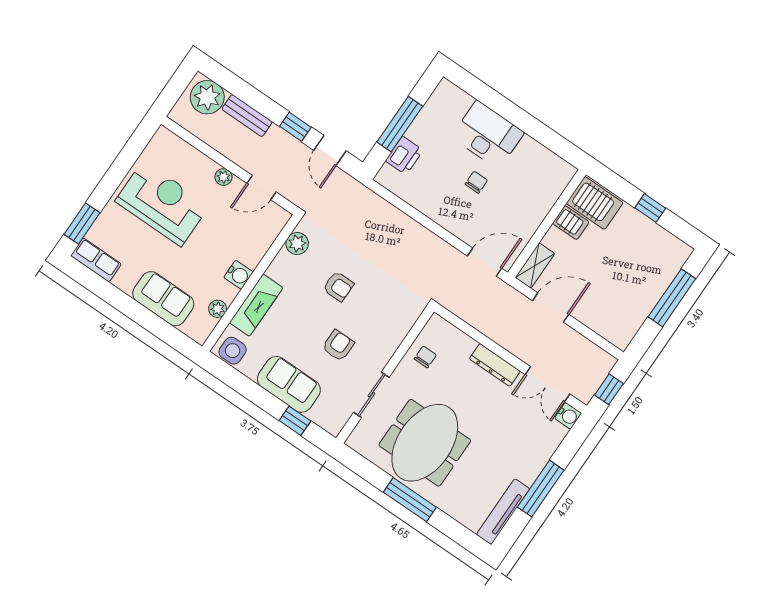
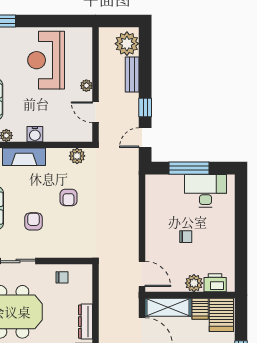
desk: (488, 135) -> (205, 191), moved, turned -90
printer: (404, 155) -> (215, 283), moved, turned 180
reception desk: (162, 203) -> (46, 60), turned 180
plant: (536, 210) -> (194, 283), added
shelving: (535, 266) -> (168, 307), width x1.50, depth x1.33
armchair: (338, 346) -> (34, 221), turned -90

